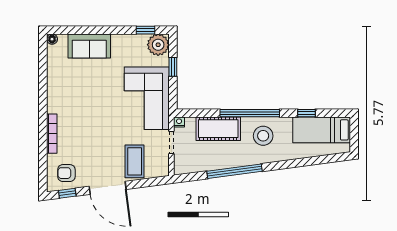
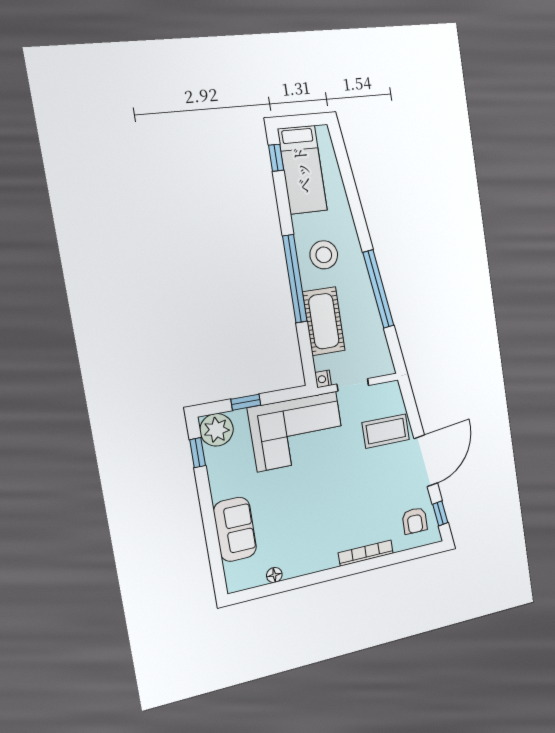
floor lamp: (52, 39) -> (274, 575), moved
window: (306, 113) -> (276, 158), moved

